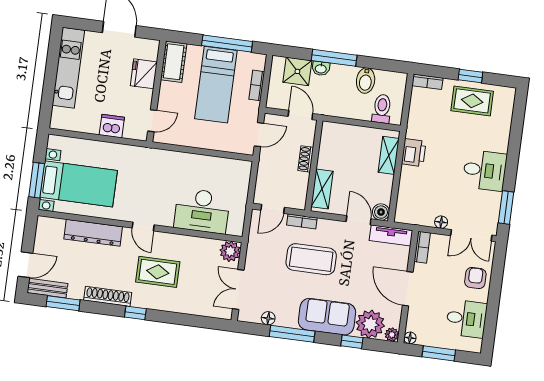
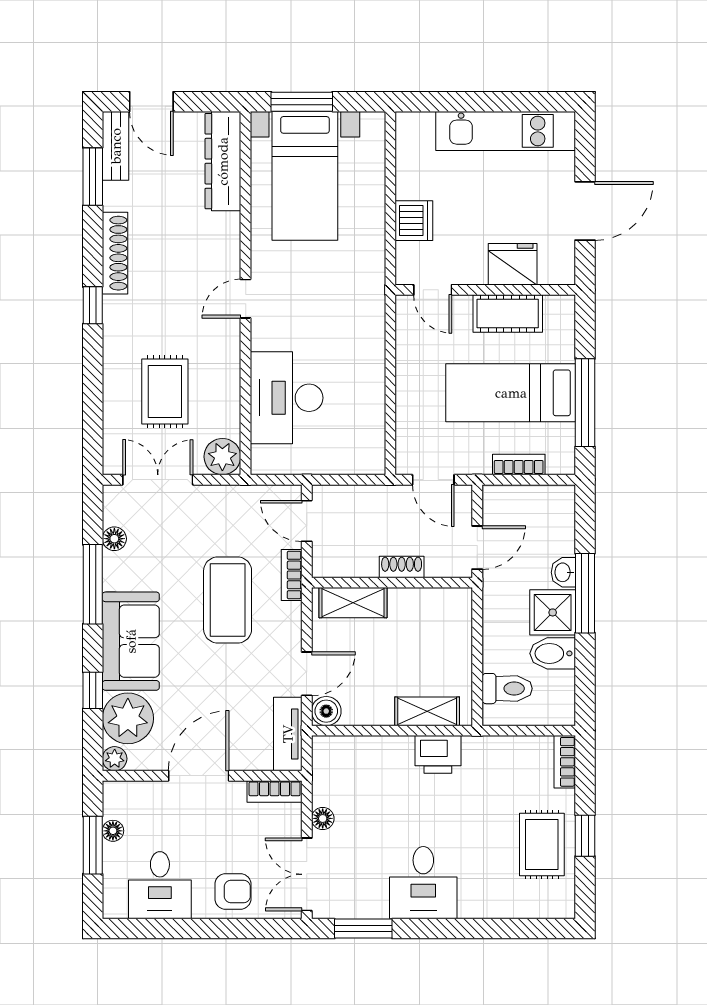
cot: (174, 62) -> (508, 314), moved
shower: (297, 71) -> (553, 612), moved
dresser: (93, 233) -> (223, 161), moved
rug: (158, 272) -> (165, 392), moved
floor lamp: (410, 338) -> (113, 831), moved

